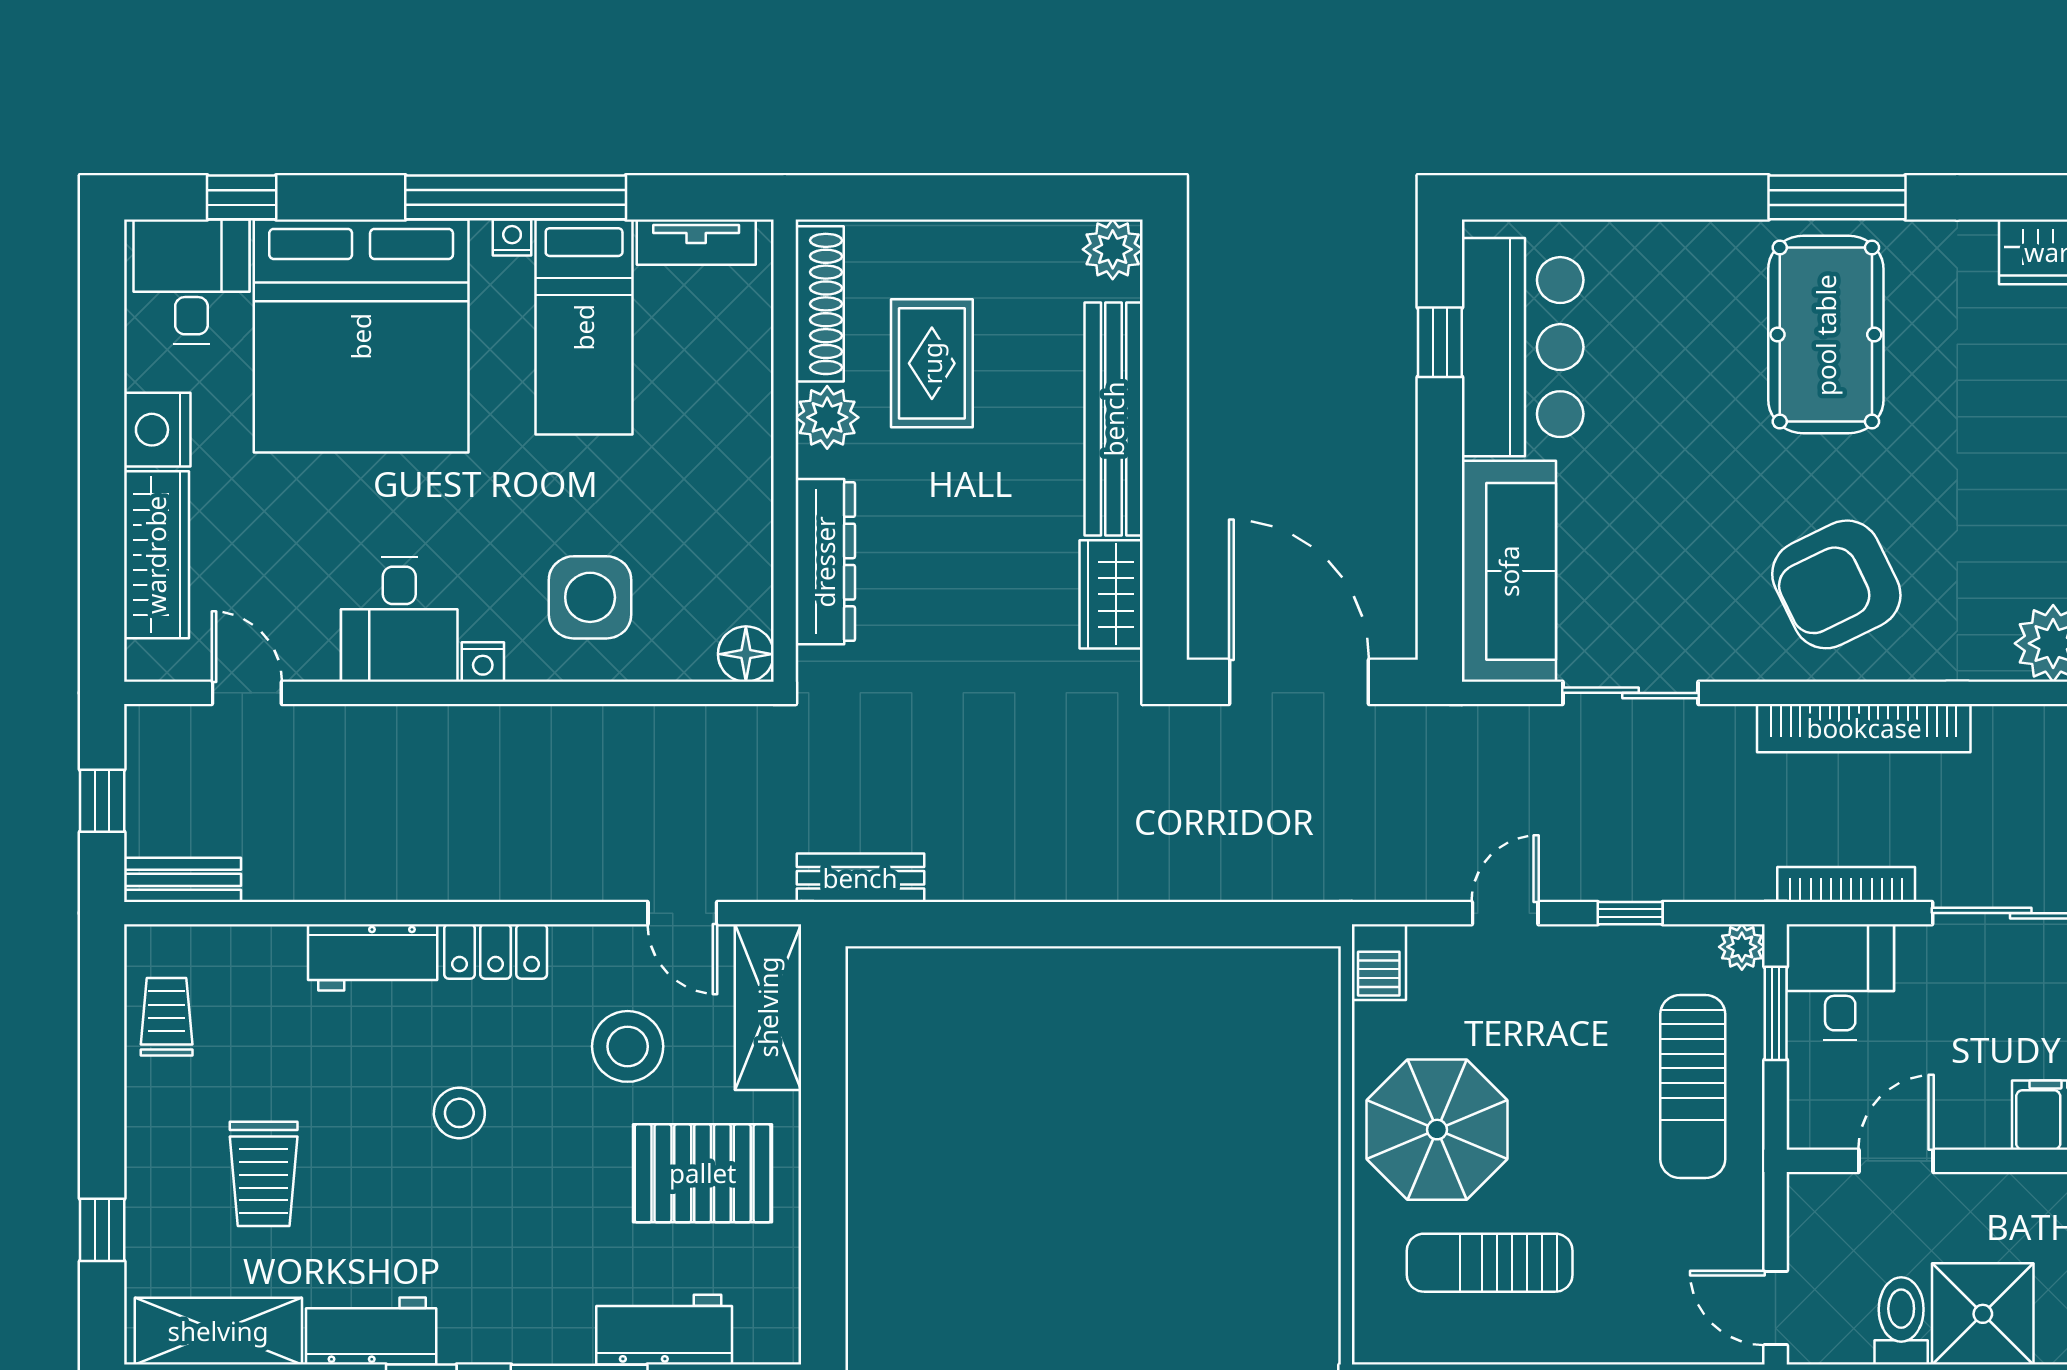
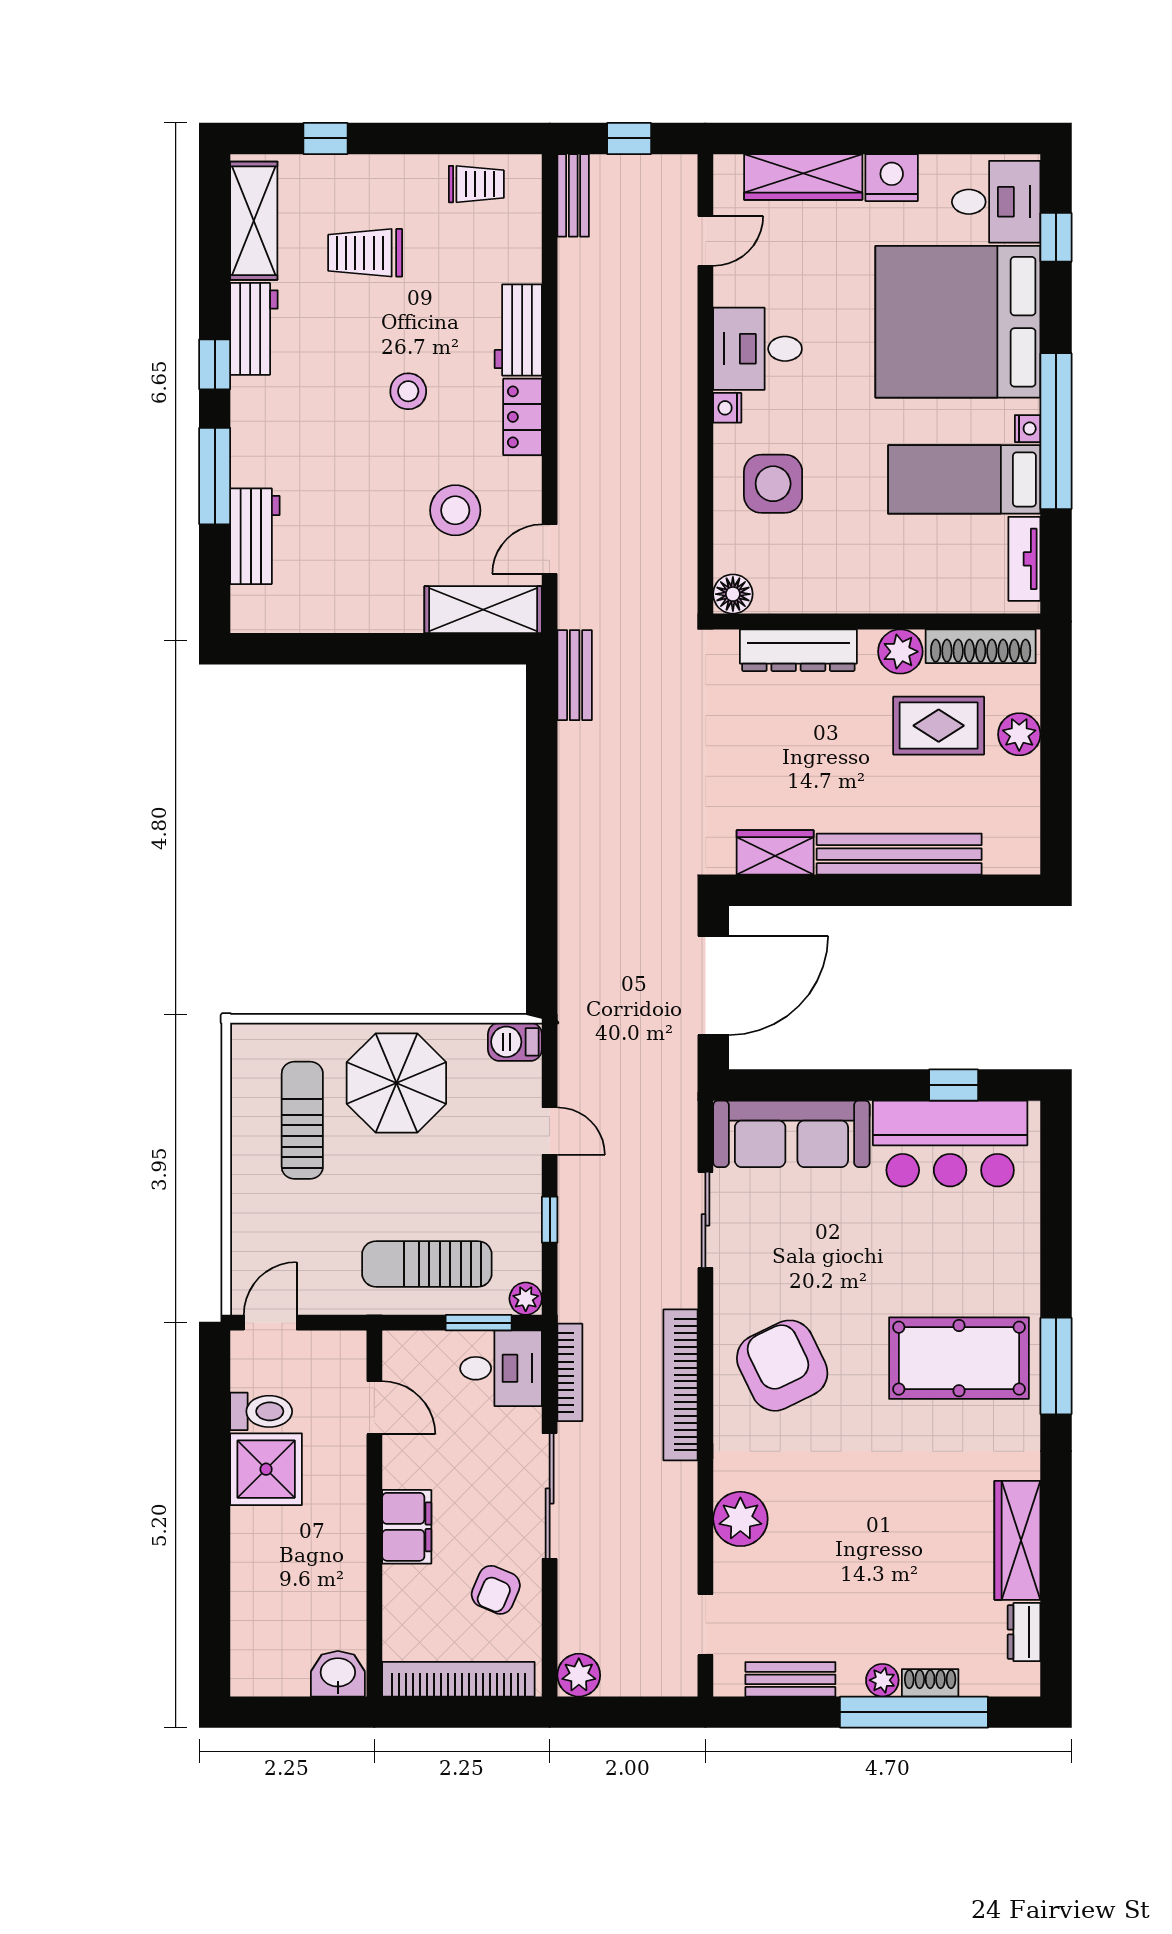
plant: (1113, 249) -> (1019, 734), moved
pallet: (703, 1173) -> (365, 563), removed

